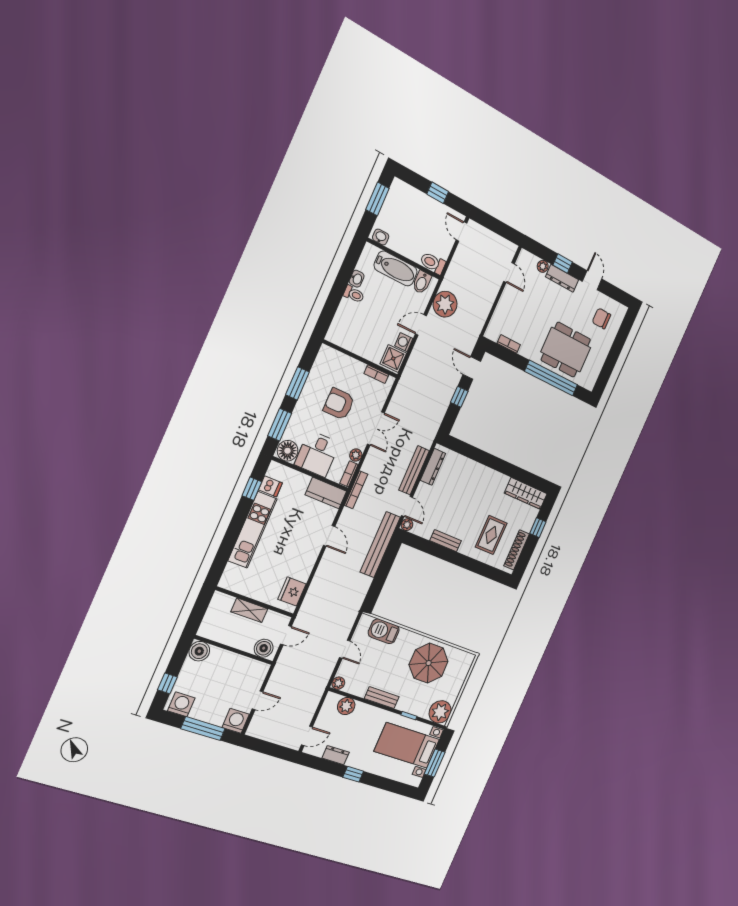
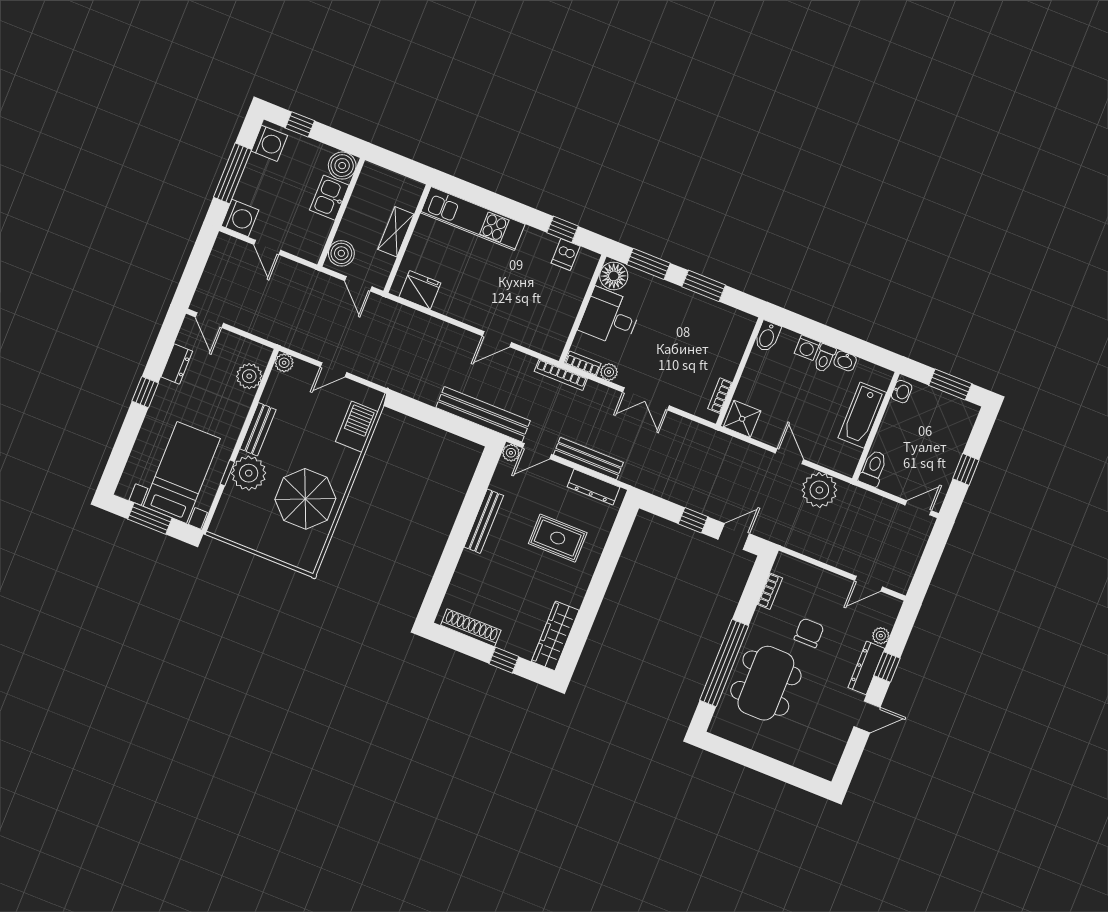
bidet: (422, 282) -> (767, 336), moved, turned -90
chair: (601, 318) -> (809, 633), moved
washing machine: (404, 342) -> (807, 348), moved, turned 180
armchair: (339, 404) -> (678, 344), removed
kitchen counter: (326, 493) -> (556, 332), removed
kitchen unit: (252, 530) -> (473, 218), moved
rug: (491, 535) -> (558, 538), moved
bench: (446, 541) -> (484, 521), width x1.36
kitchen sink: (223, 659) -> (329, 198), added
plant: (440, 712) -> (249, 473), moved

